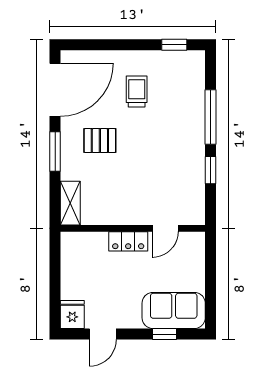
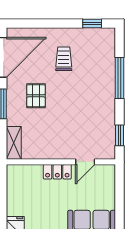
pallet: (100, 141) -> (36, 96), turned 90
window: (211, 170) -> (119, 135), moved

